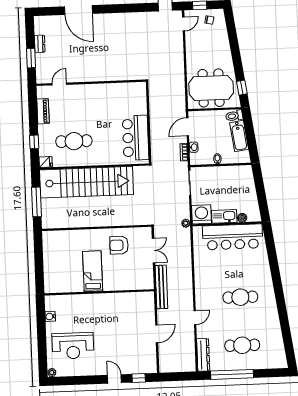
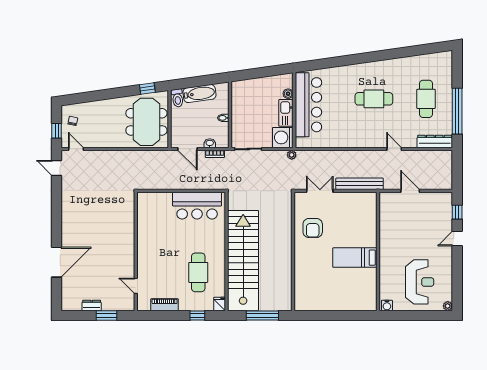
bed: (93, 271) -> (355, 258), moved
wall: (99, 292) -> (378, 251), moved
cafe table: (240, 297) -> (374, 99), turned 90

